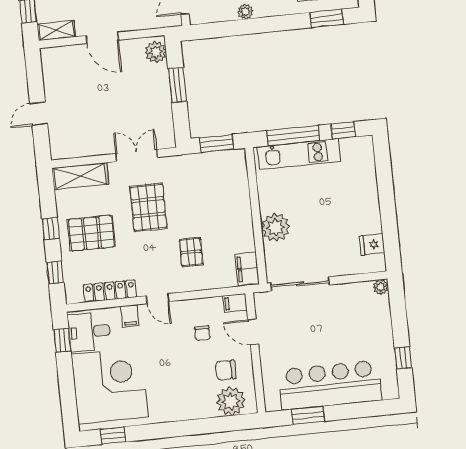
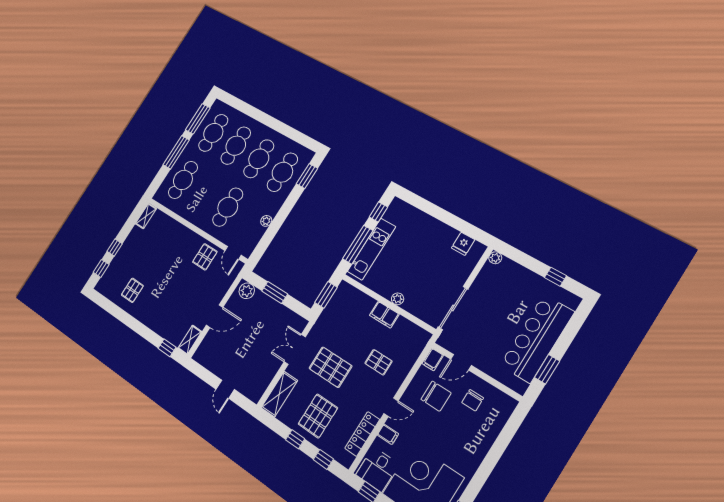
plant: (275, 228) -> (398, 299), width x0.53, depth x0.53
filing cabinet: (247, 269) -> (384, 315), moved
chair: (202, 333) -> (436, 396), width x1.87, depth x1.87
plant: (231, 401) -> (497, 413), removed

